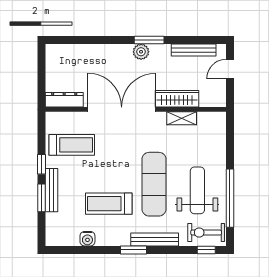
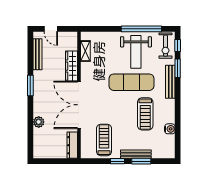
plant: (141, 52) -> (39, 122), moved
shelving: (182, 118) -> (85, 51), moved
weight bench: (197, 190) -> (136, 52), turned -90
window: (133, 250) -> (178, 68), moved

